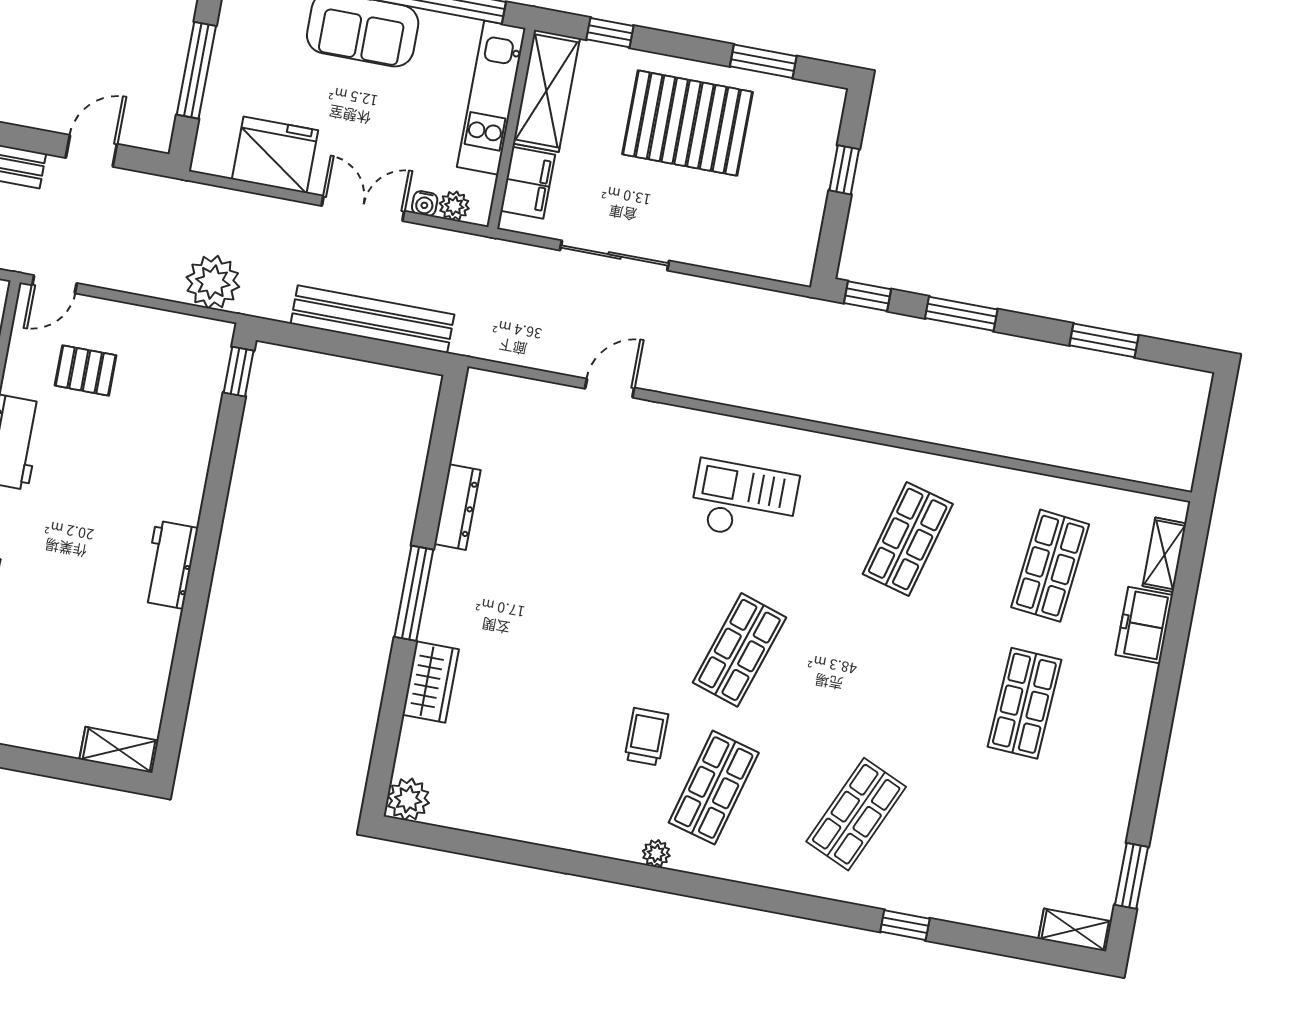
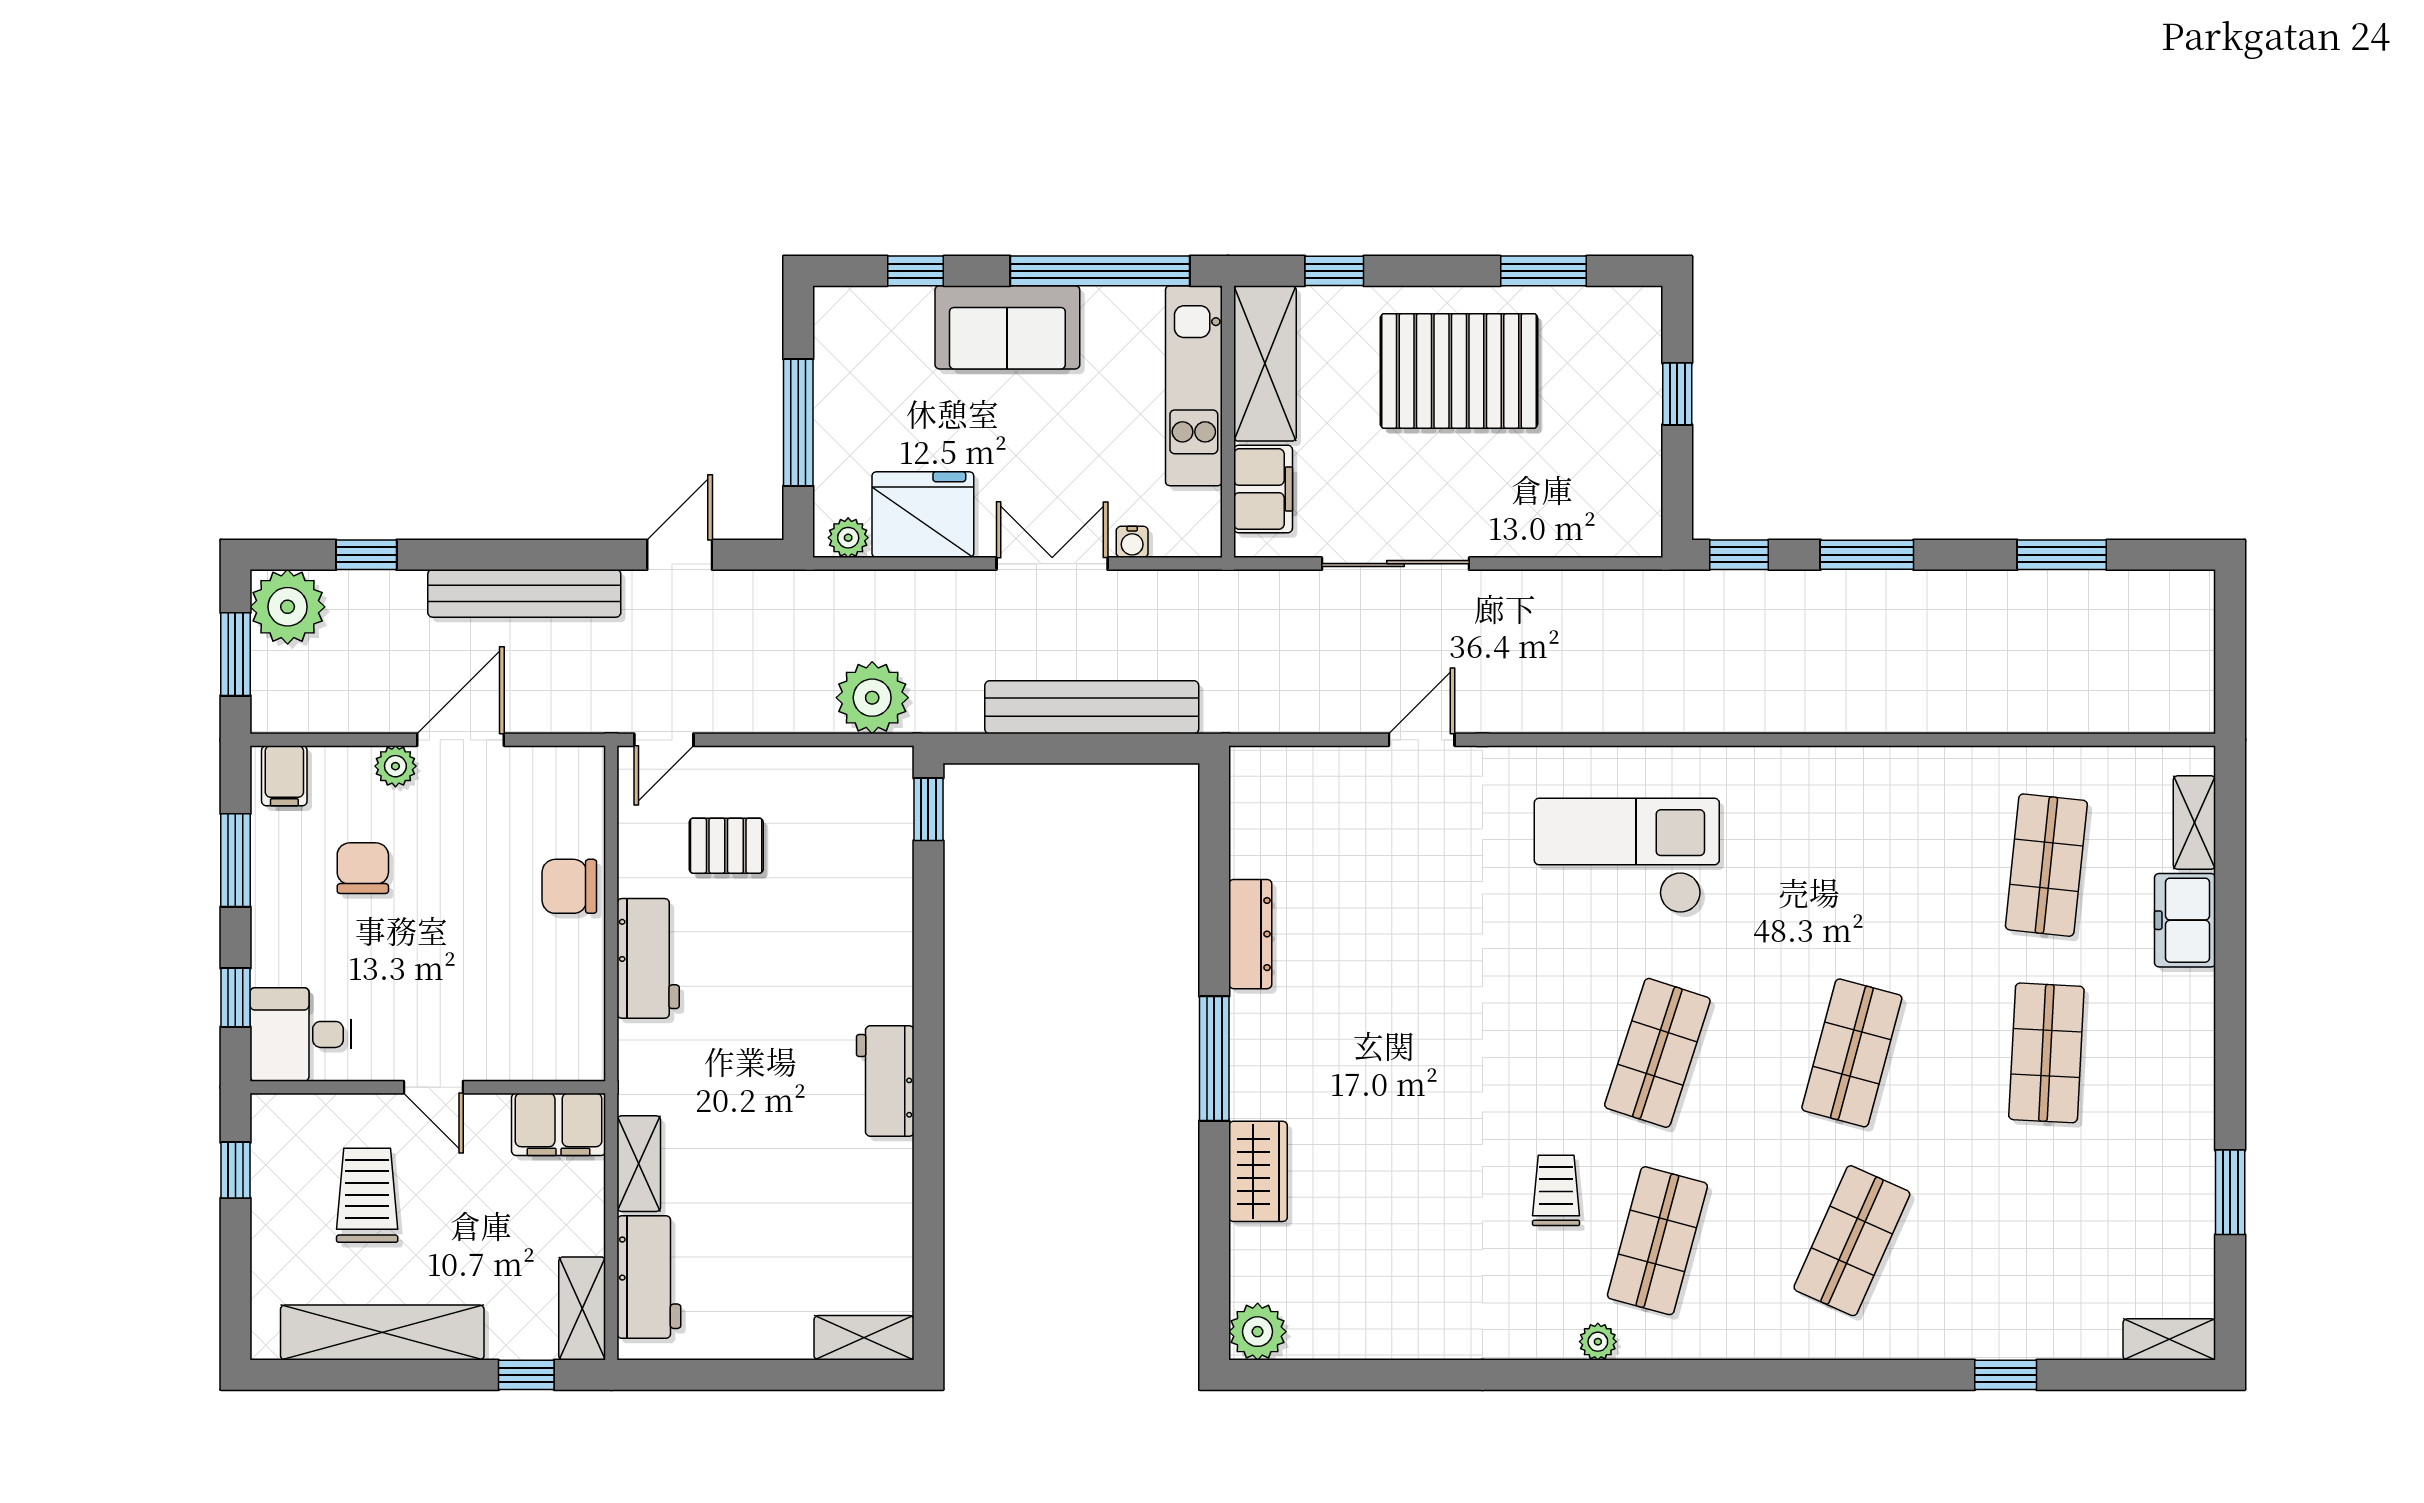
plant: (454, 206) -> (848, 538), moved
checkout: (744, 501) -> (1627, 856), width x1.36, depth x1.21
shop shelf: (908, 539) -> (1852, 1053), moved
window: (1132, 876) -> (2230, 1192), moved
window: (905, 925) -> (2006, 1375), moved

